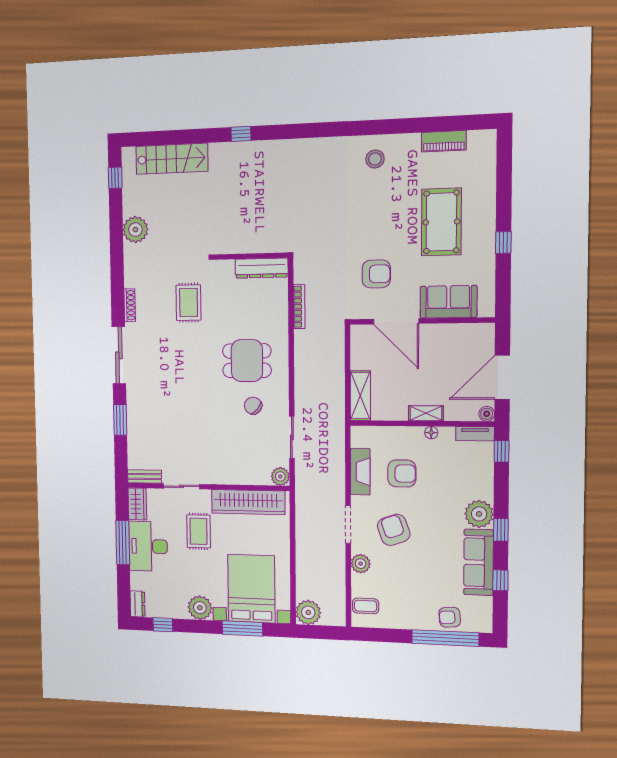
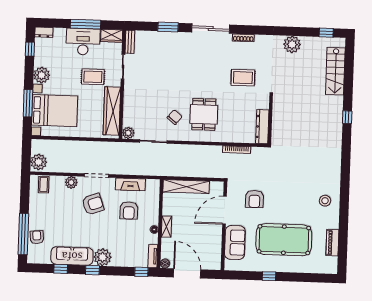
pool table: (441, 222) -> (284, 240), width x1.36, depth x1.32
shelving: (360, 396) -> (186, 187), width x1.47
plant: (308, 612) -> (39, 162), moved

